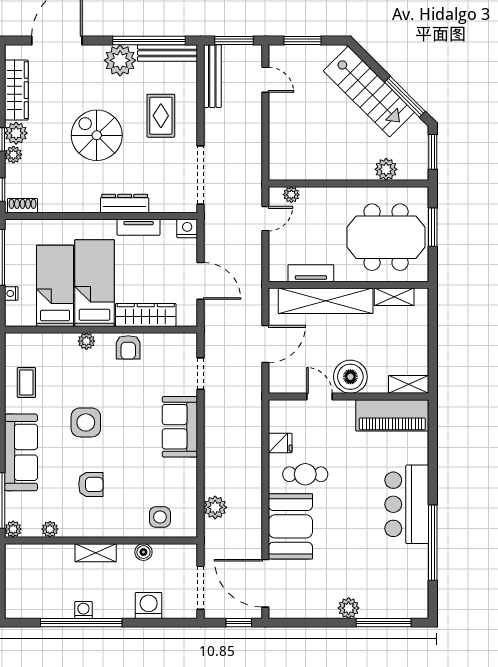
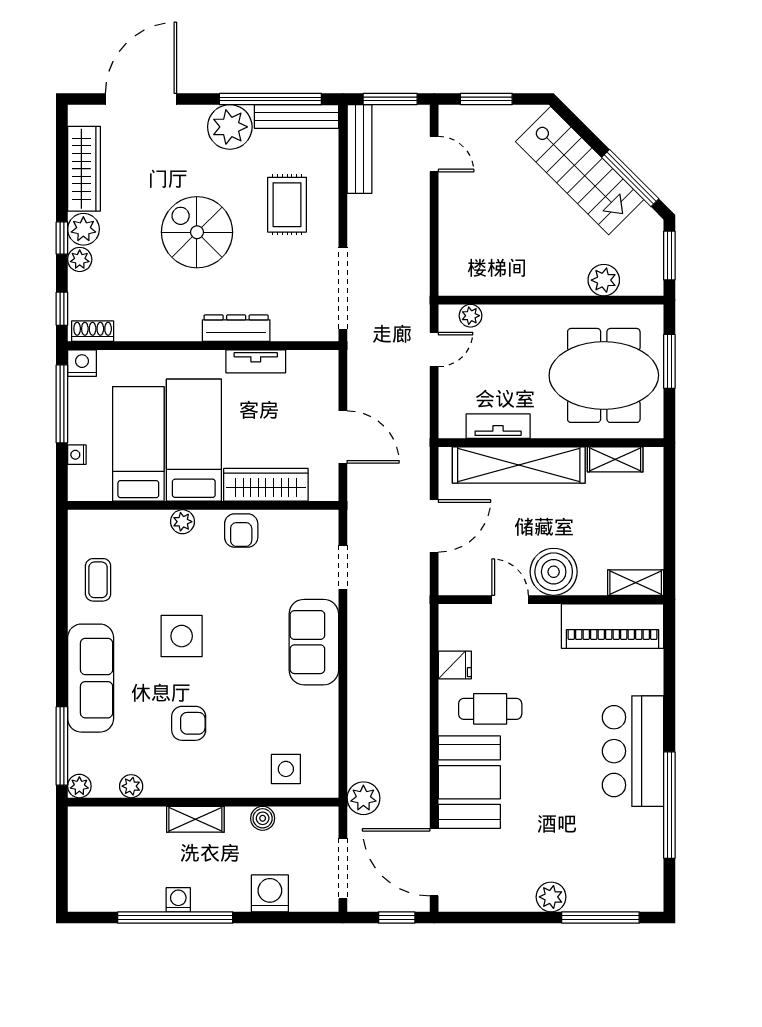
nightstand: (187, 228) -> (82, 363), moved
plant: (215, 507) -> (363, 798), moved

